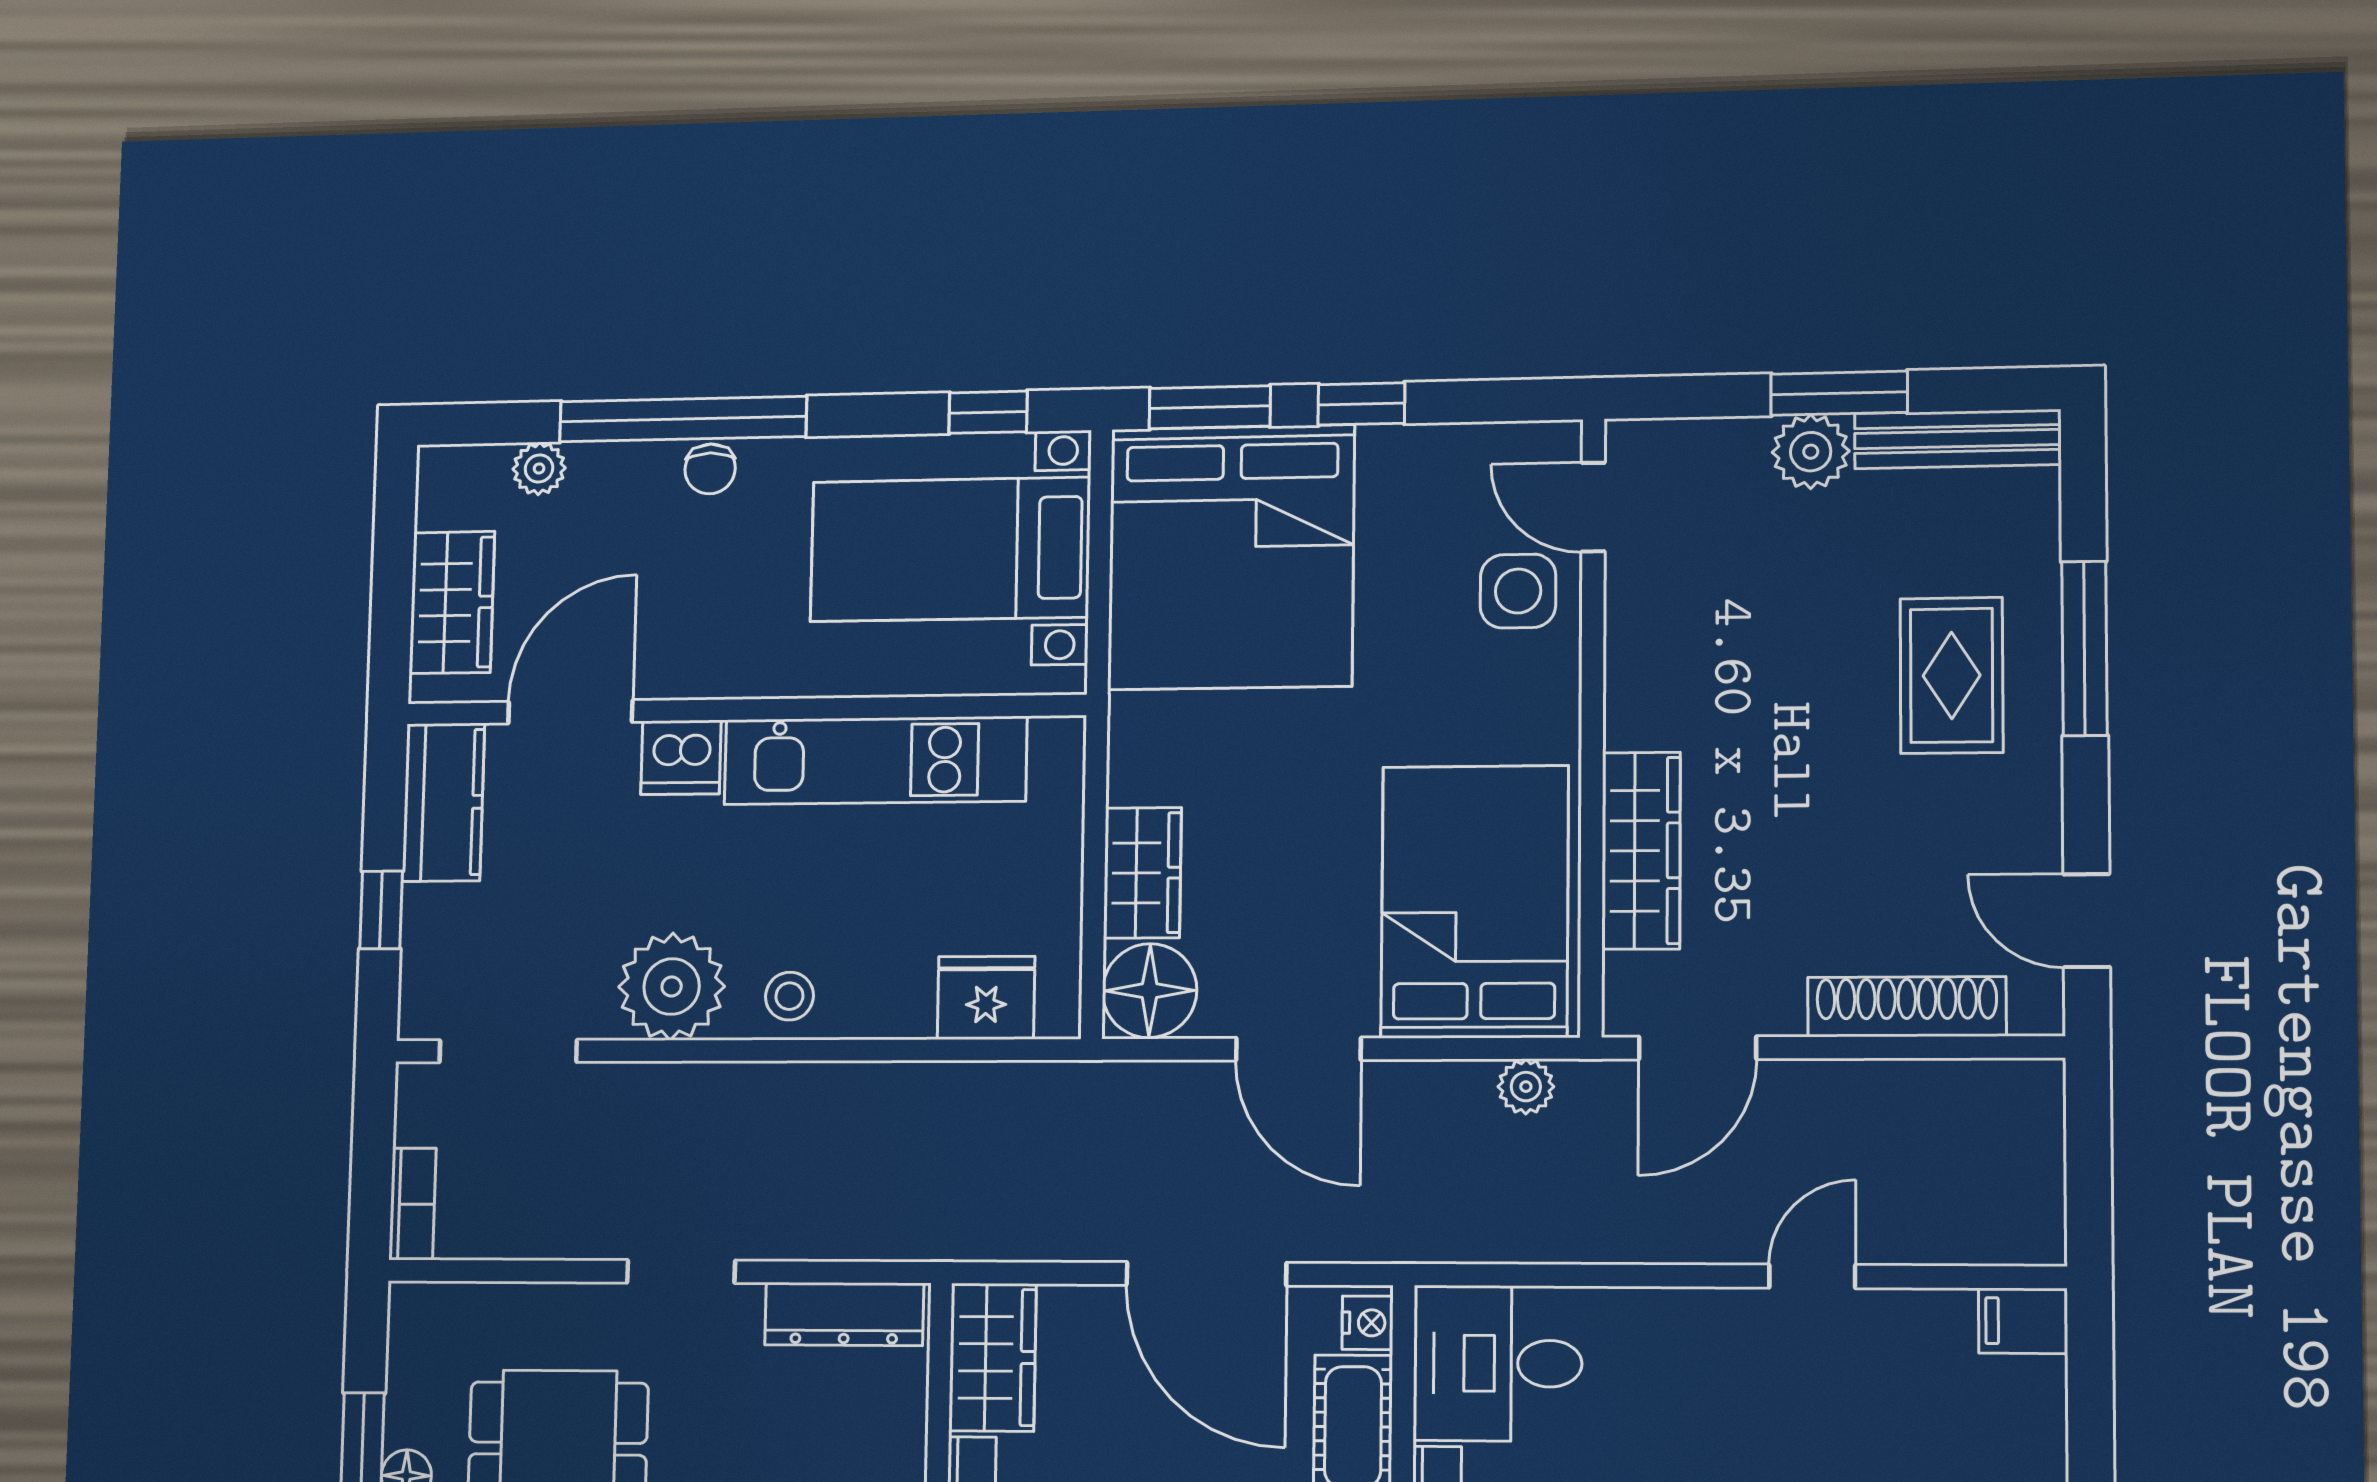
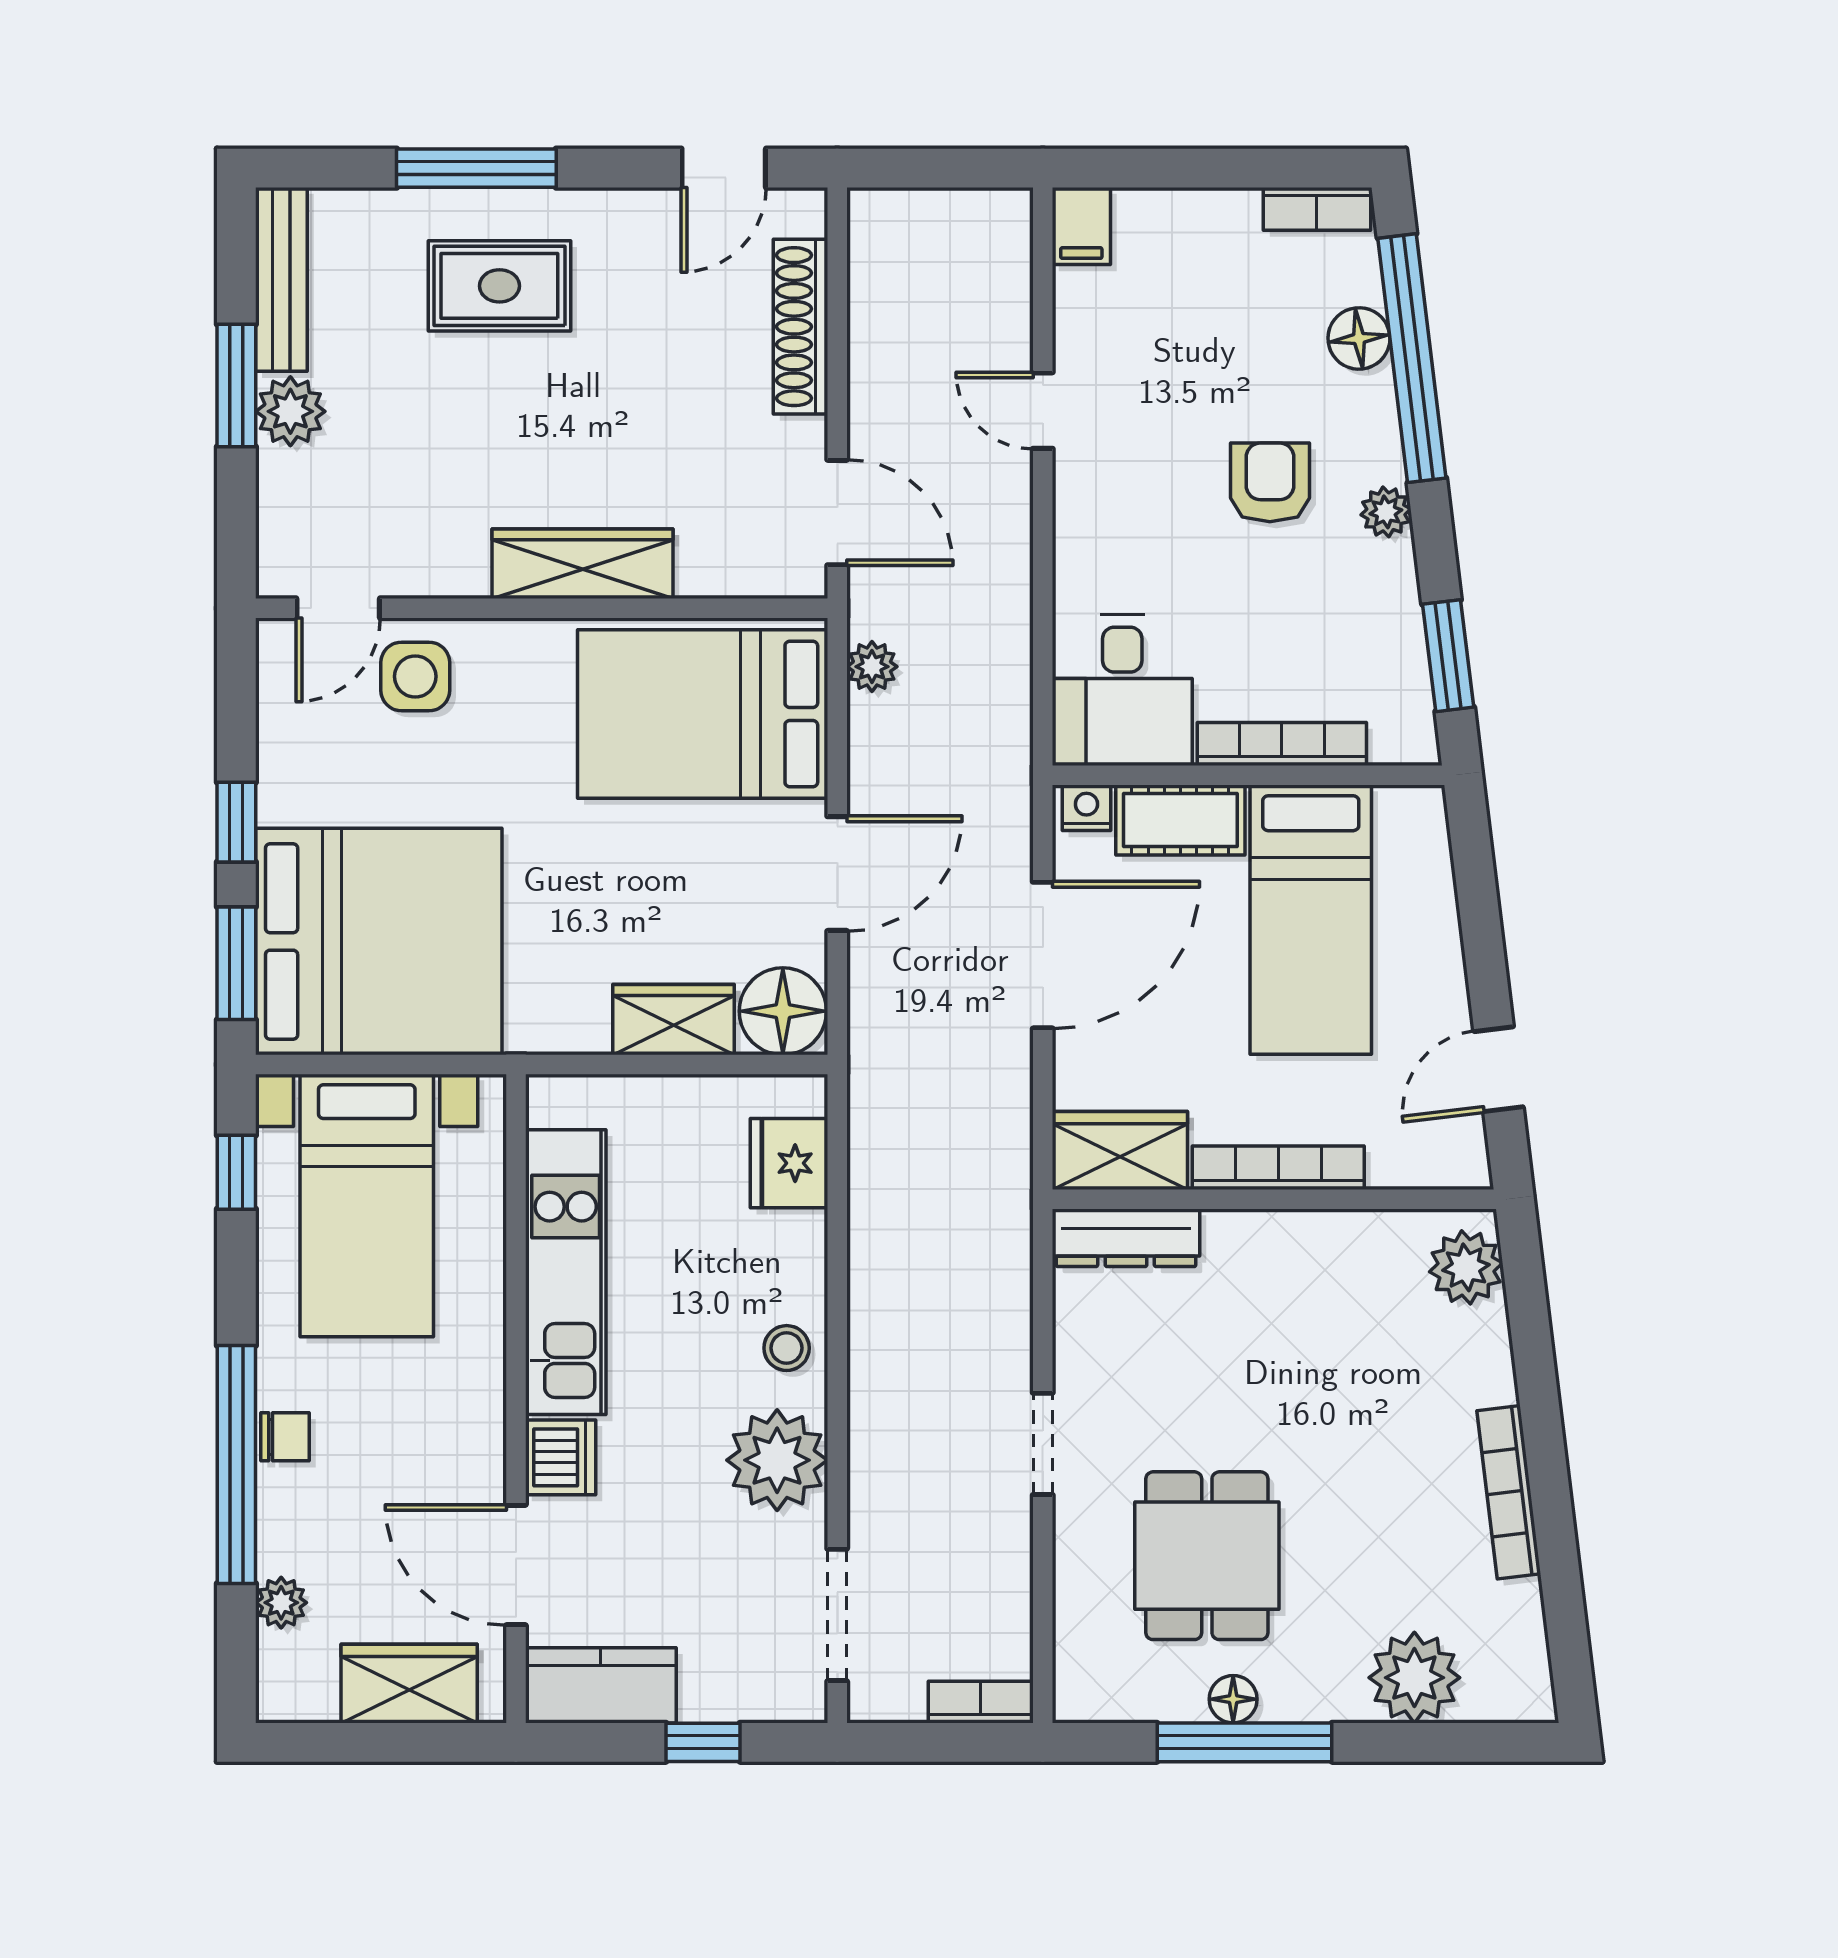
wardrobe: (1641, 851) -> (583, 564), moved
dresser: (844, 1314) -> (1126, 1238), moved, turned 90

